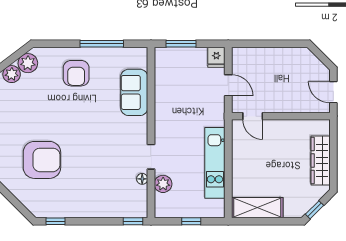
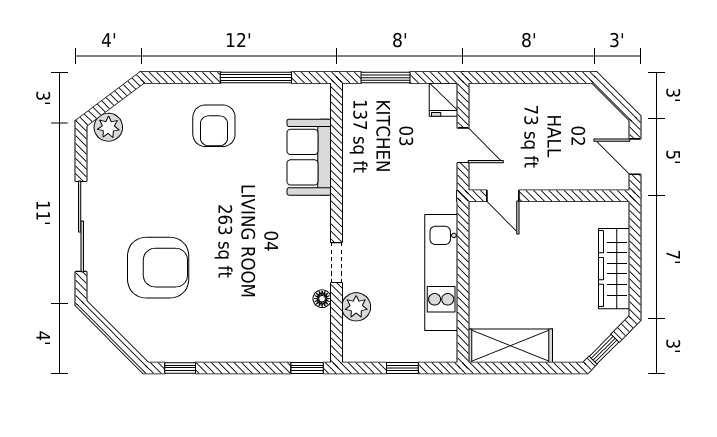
plant: (28, 63) -> (135, 109), removed

